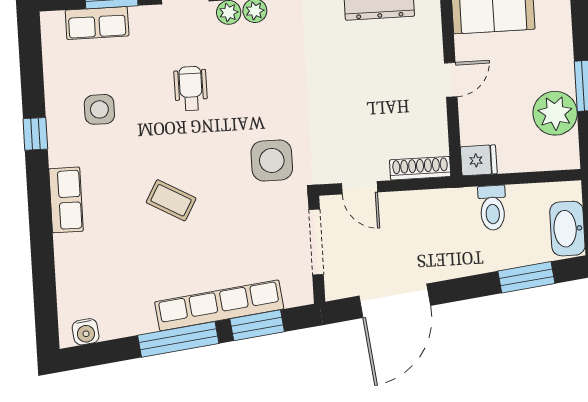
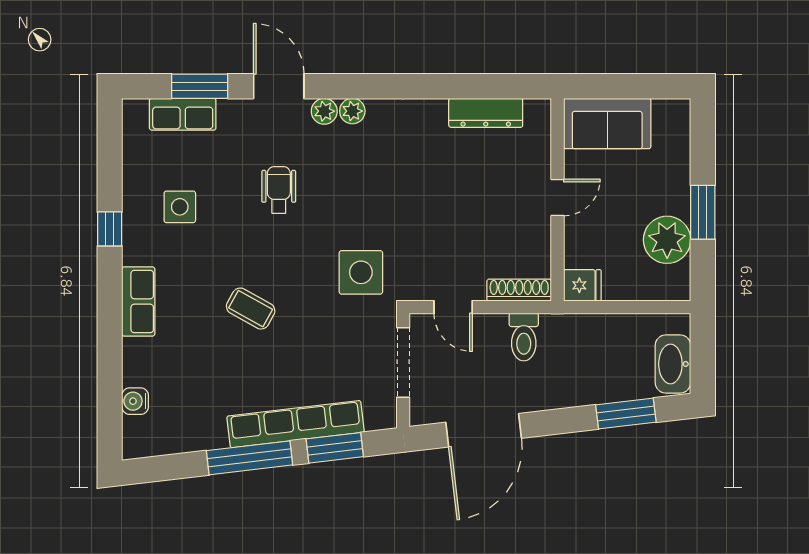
toilet: (492, 208) -> (524, 337), moved
water cooler: (86, 332) -> (135, 401), moved, turned 97

